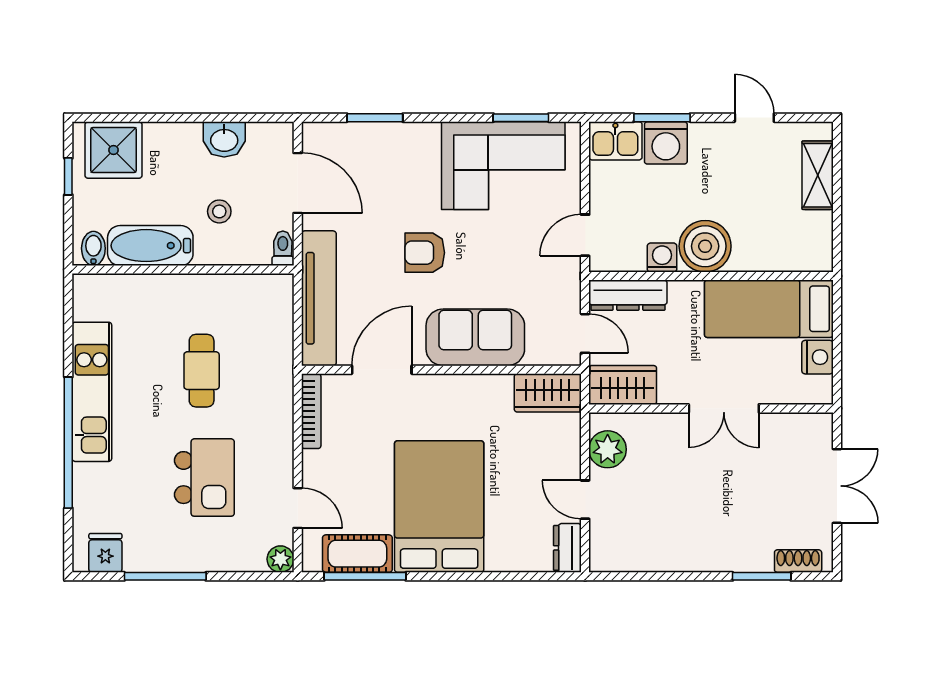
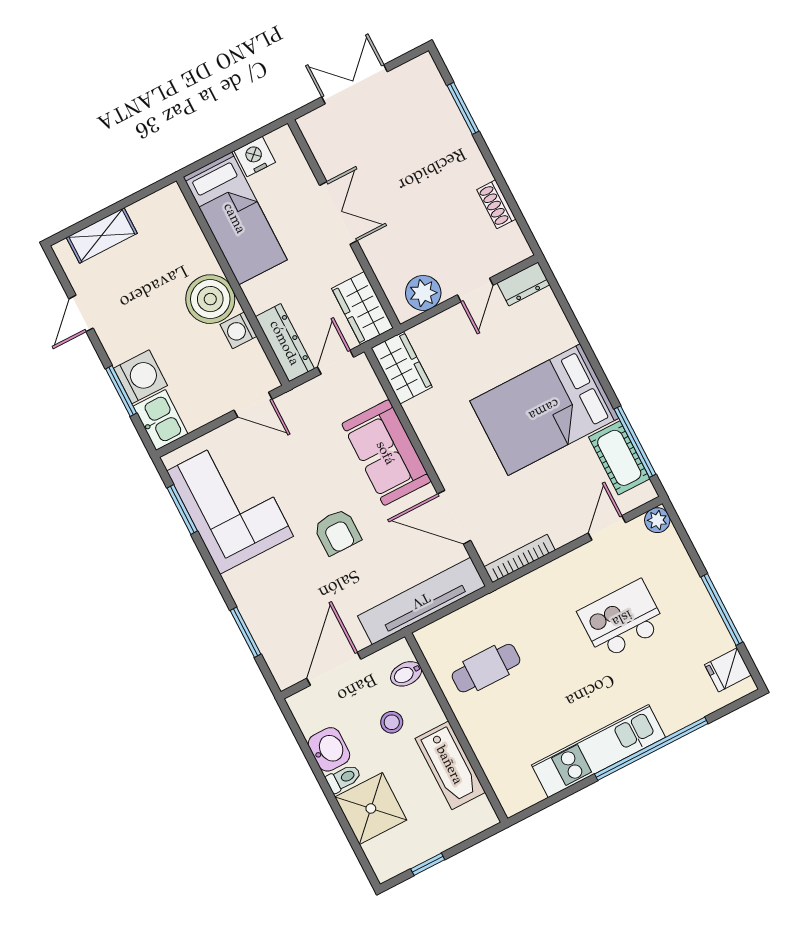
shower: (113, 150) -> (371, 808), moved
bidet: (93, 248) -> (406, 674), moved
toilet: (283, 248) -> (344, 778), moved, turned 180
cafe table: (202, 371) -> (486, 668), moved
shoe rack: (798, 561) -> (496, 204), moved

